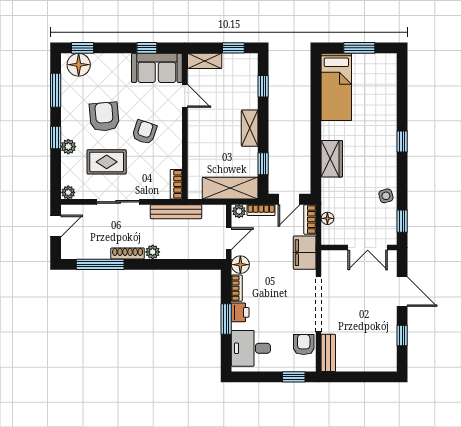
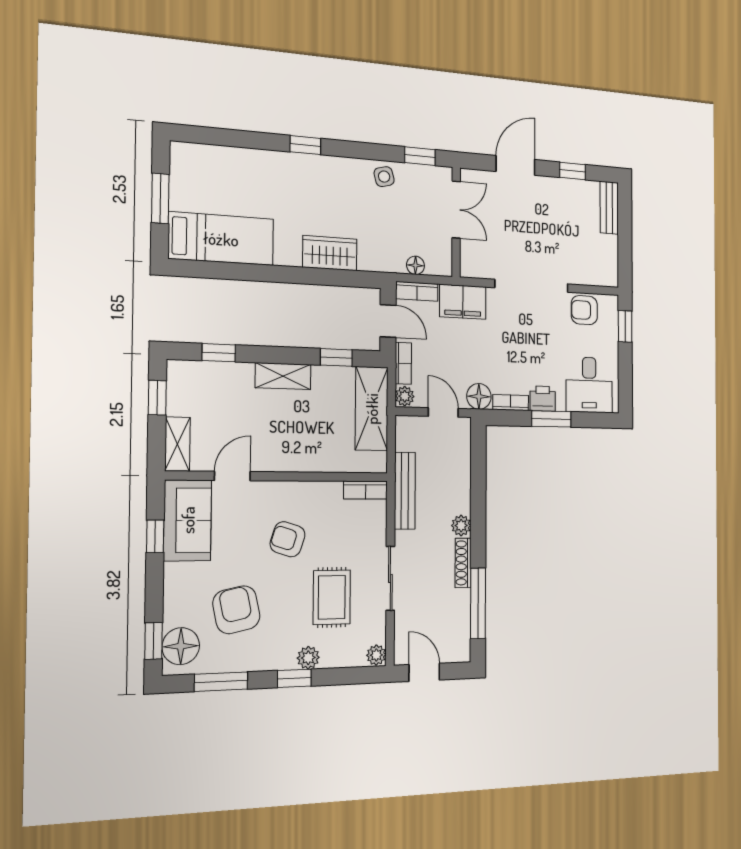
armchair: (104, 117) -> (236, 610), moved, turned 83
bench: (328, 353) -> (609, 208), moved, turned 90

